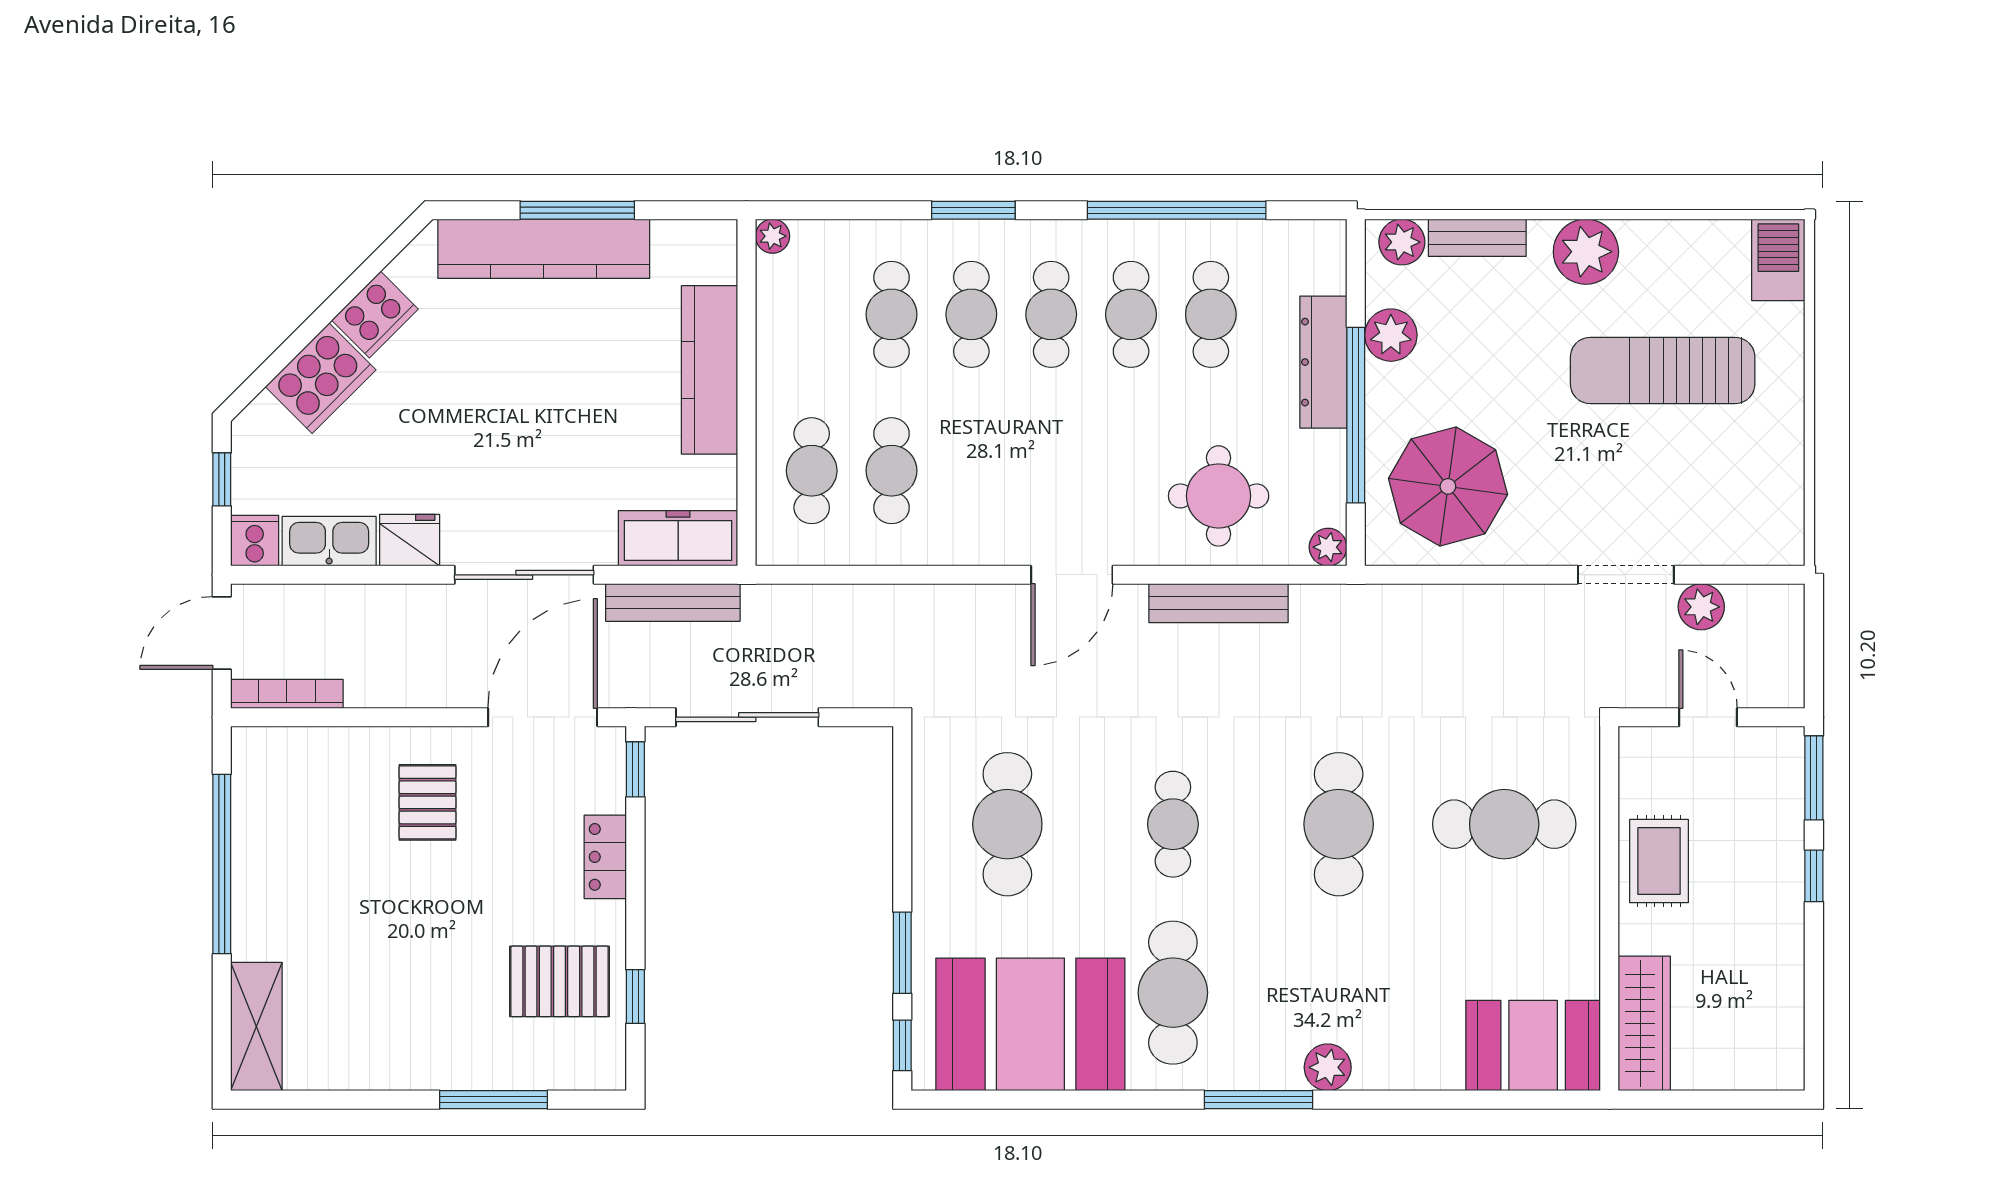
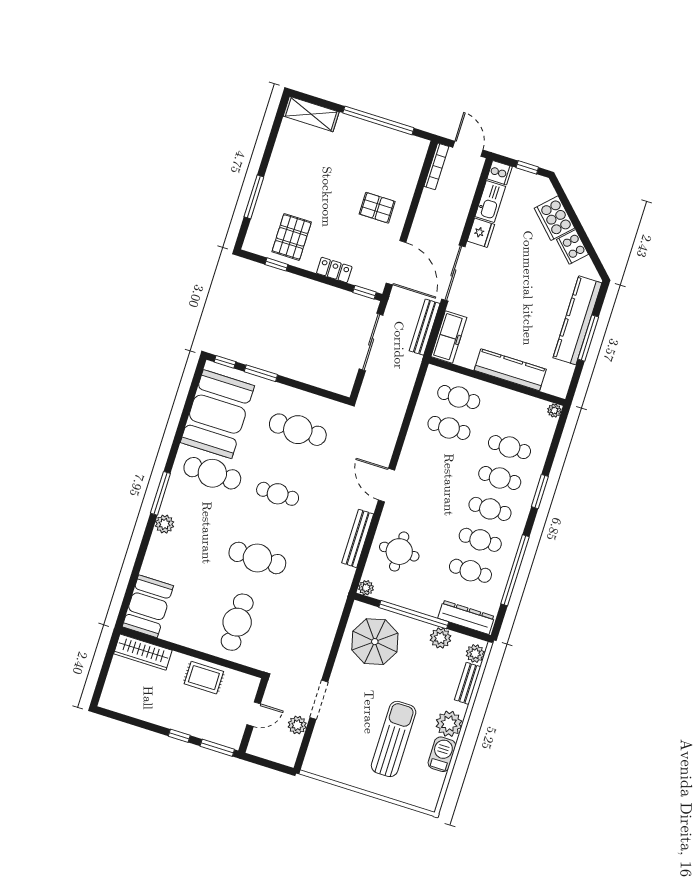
barbecue: (1778, 260) -> (442, 754), moved, turned -90
dresser: (1323, 362) -> (466, 617), moved

